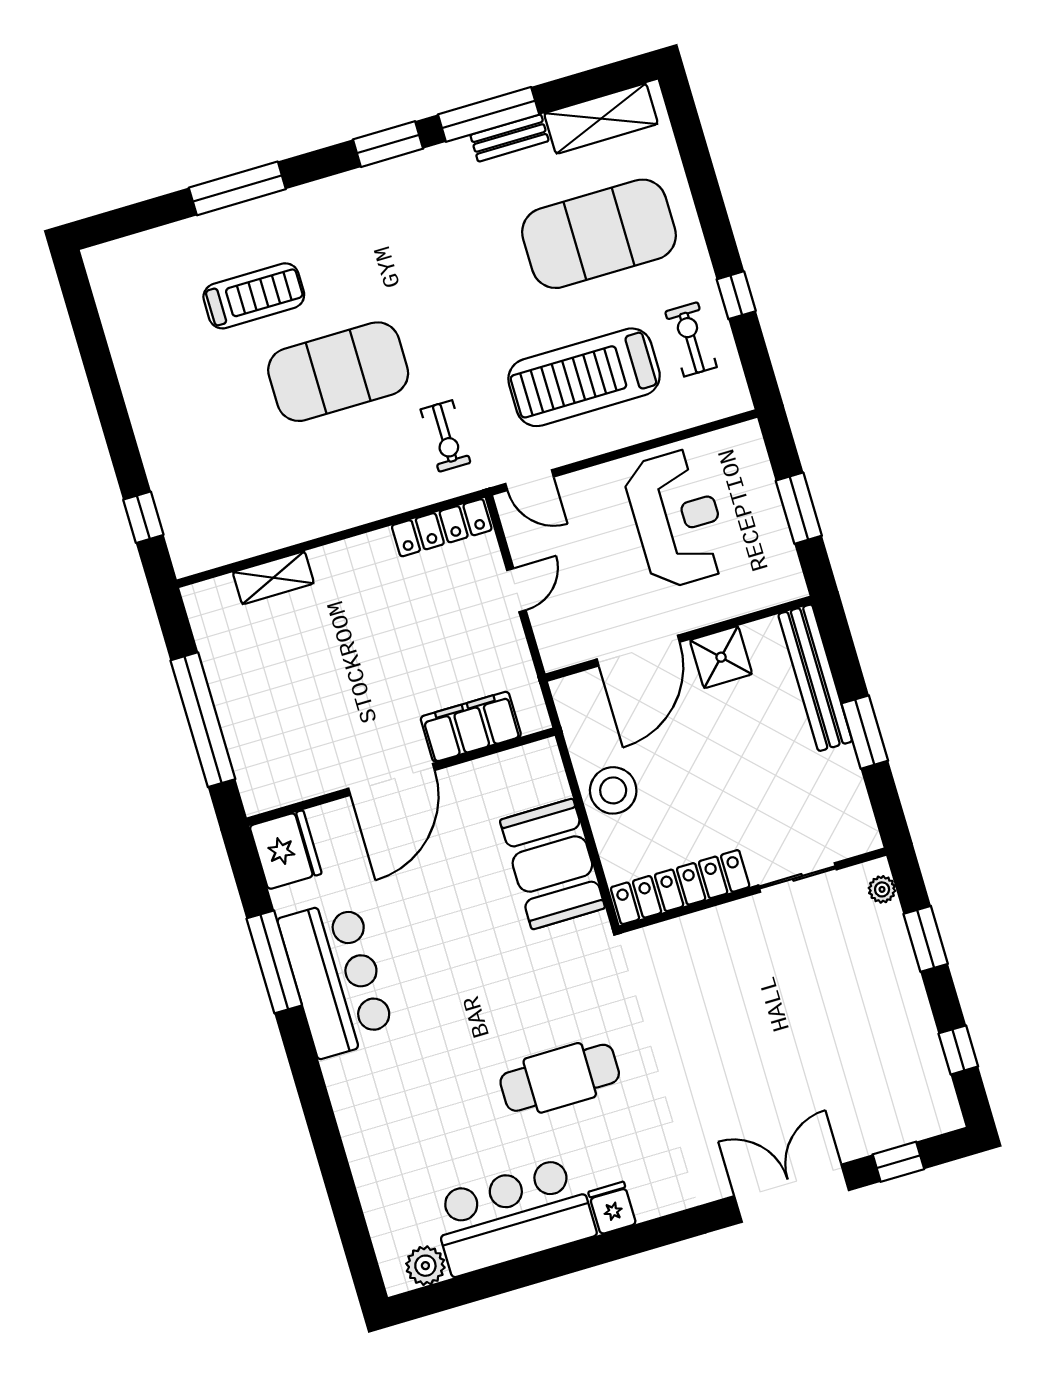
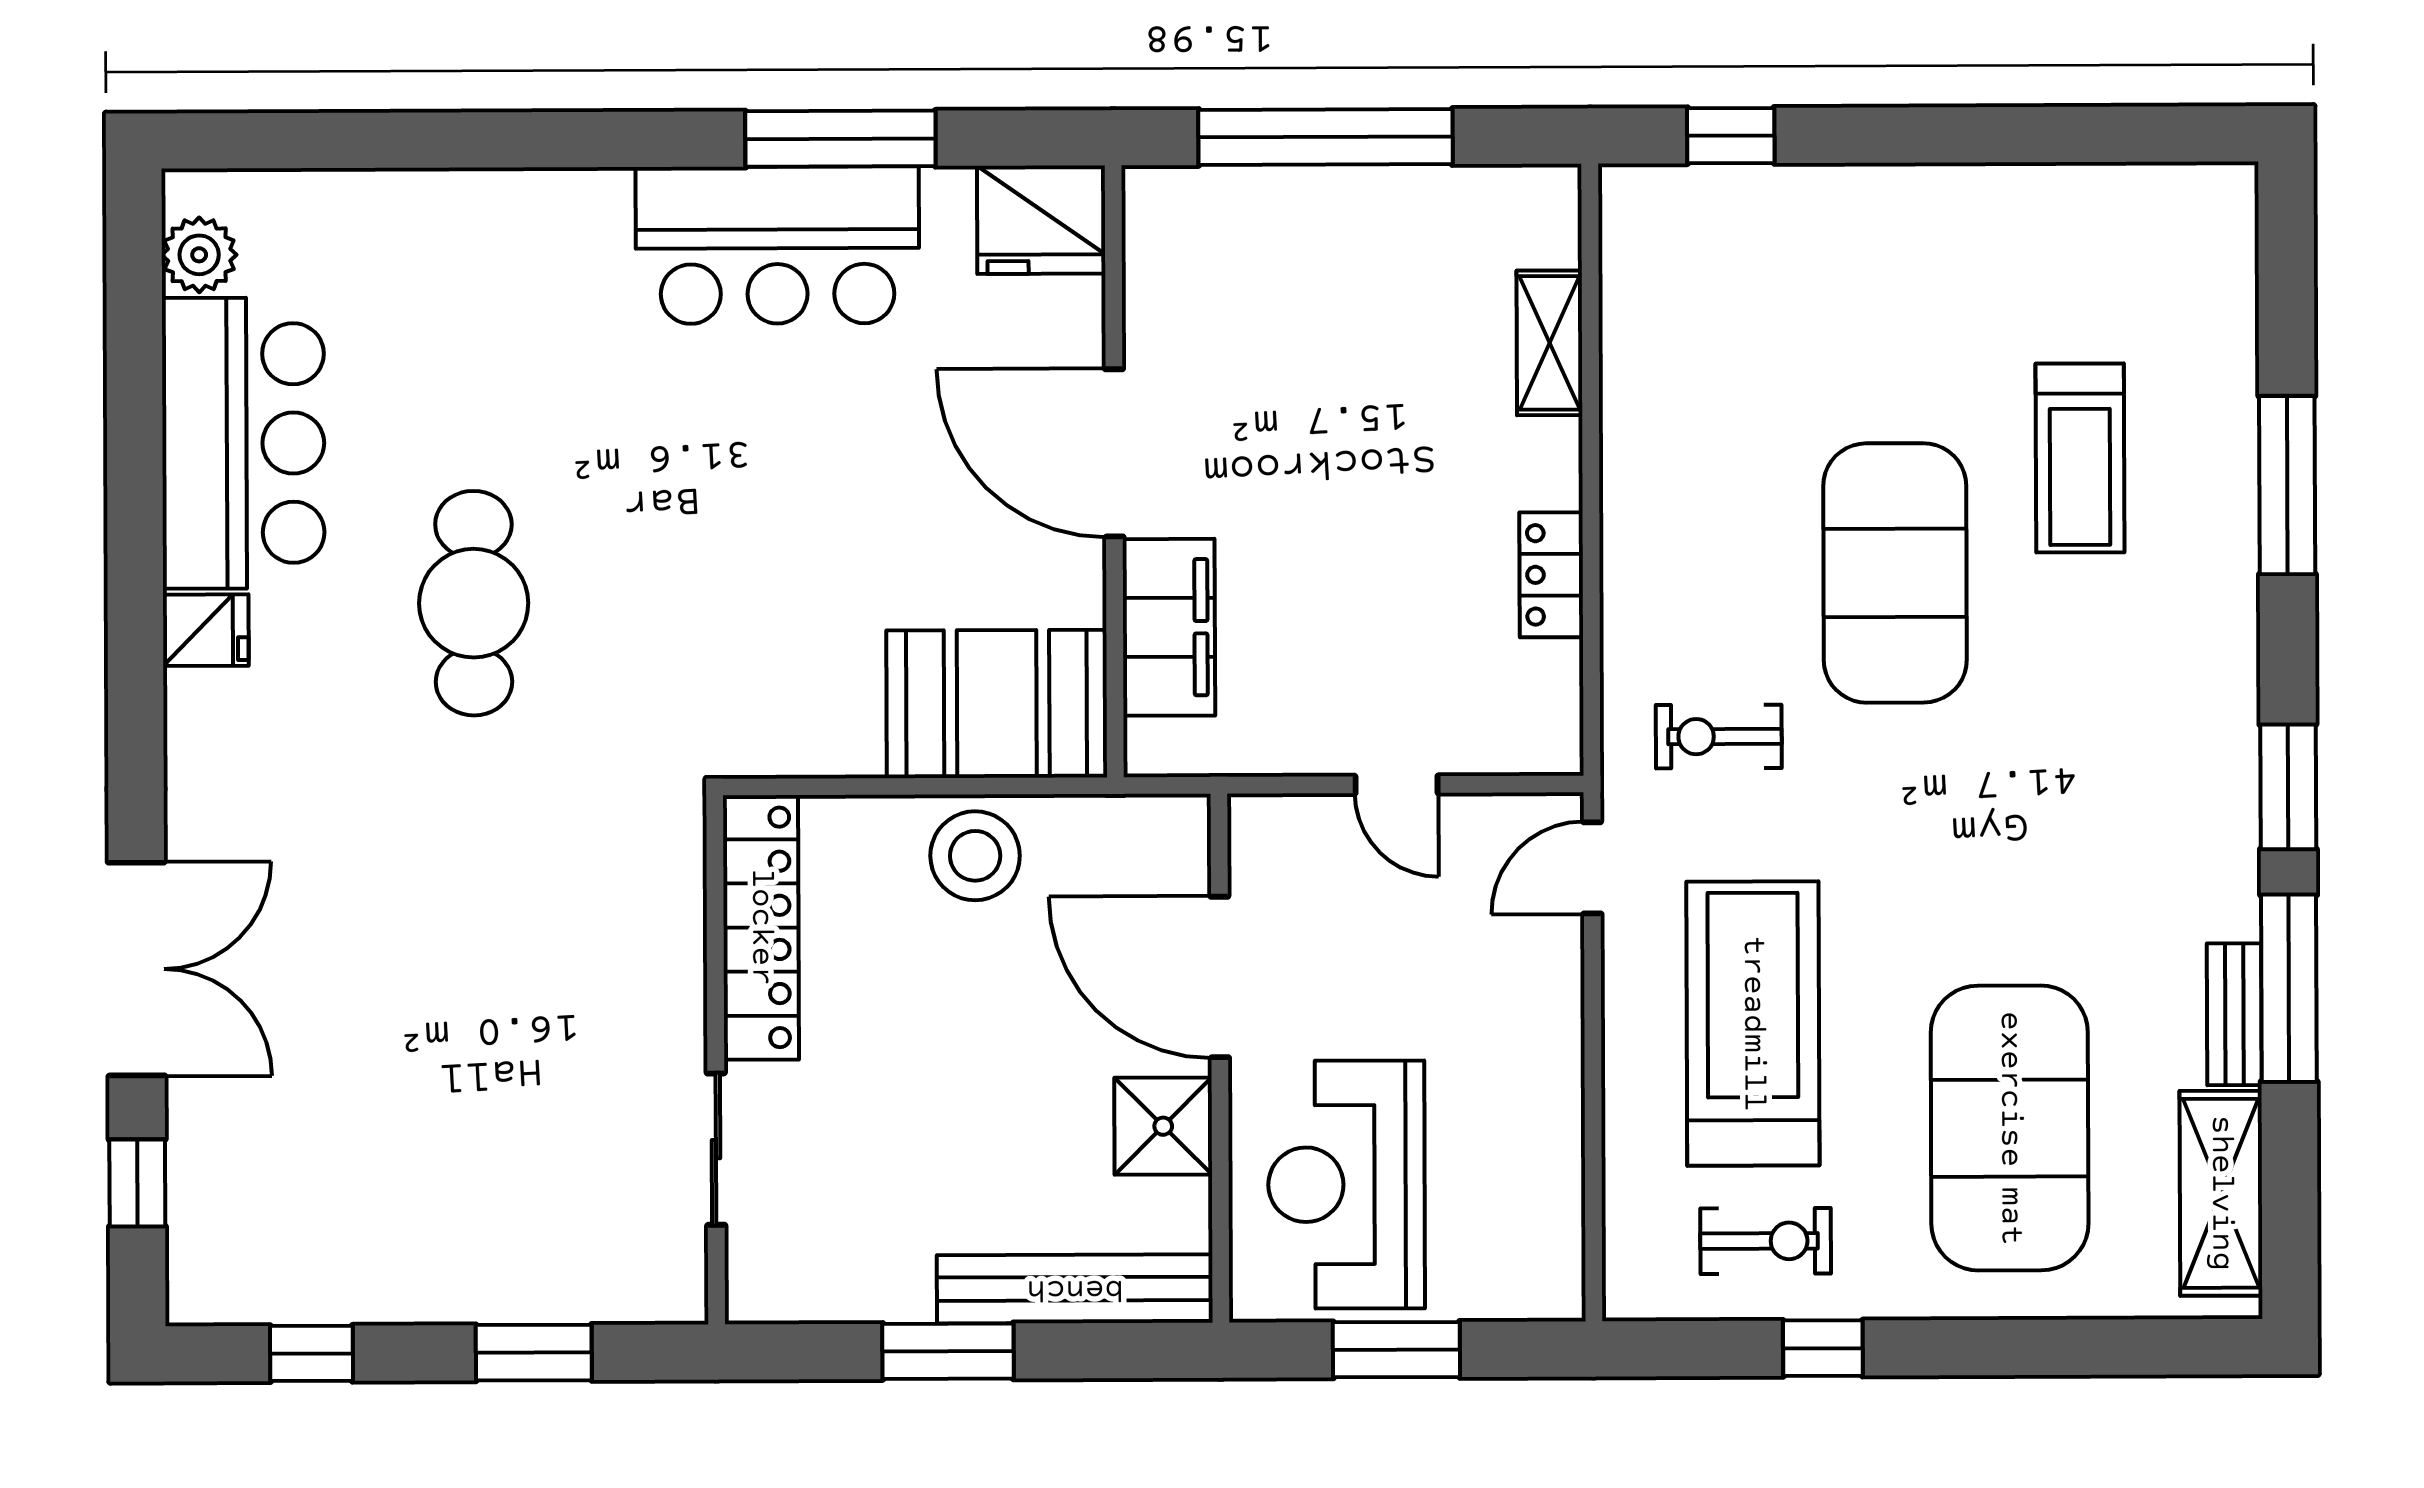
reception desk: (677, 519) -> (1346, 1185), moved, turned 90
locker: (442, 528) -> (1551, 575), moved, width x0.66
booth: (552, 864) -> (997, 704), moved
plant: (882, 889) -> (648, 1299), removed

